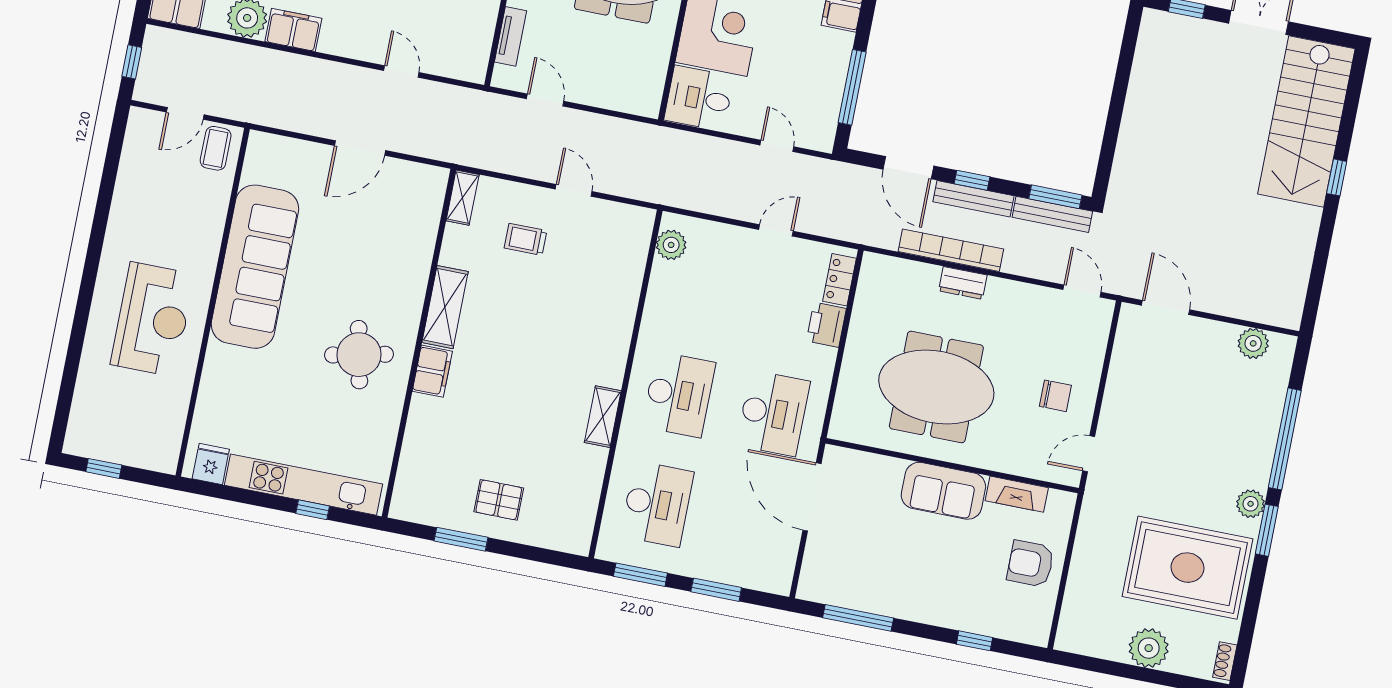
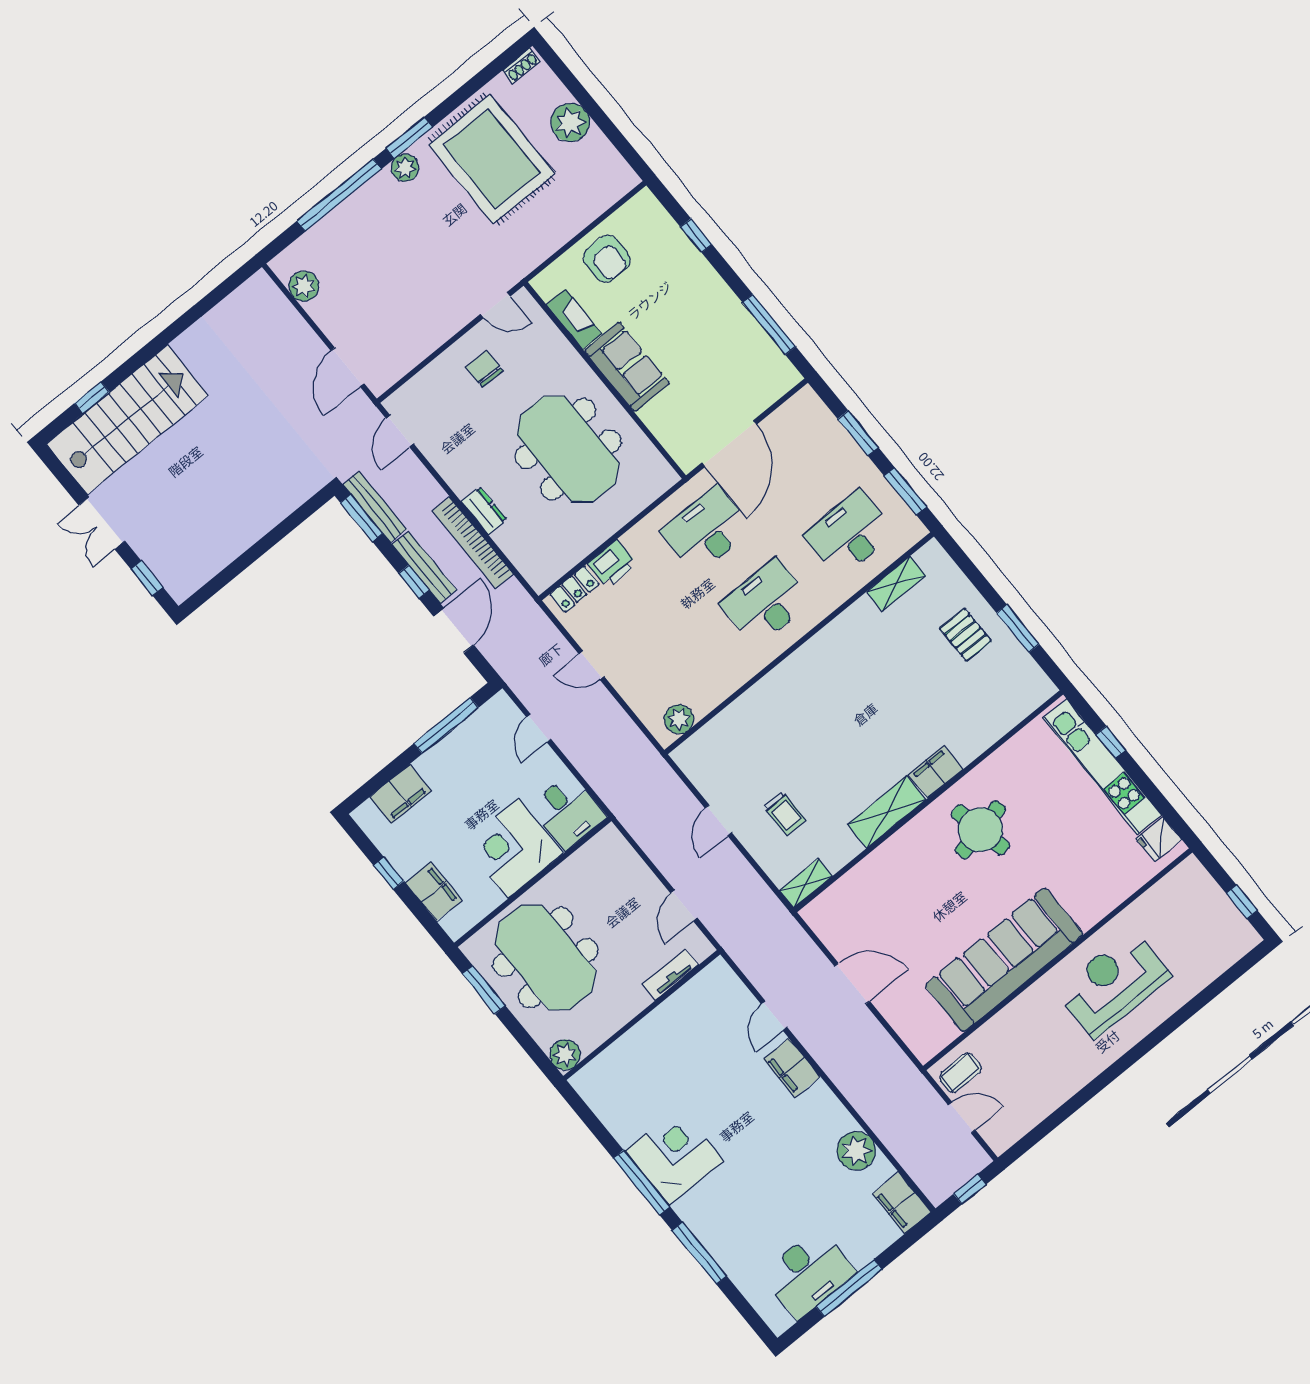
filing cabinet: (293, 30) -> (792, 1068), moved
window: (1337, 177) -> (92, 398), moved
shelving: (603, 417) -> (896, 584), moved

